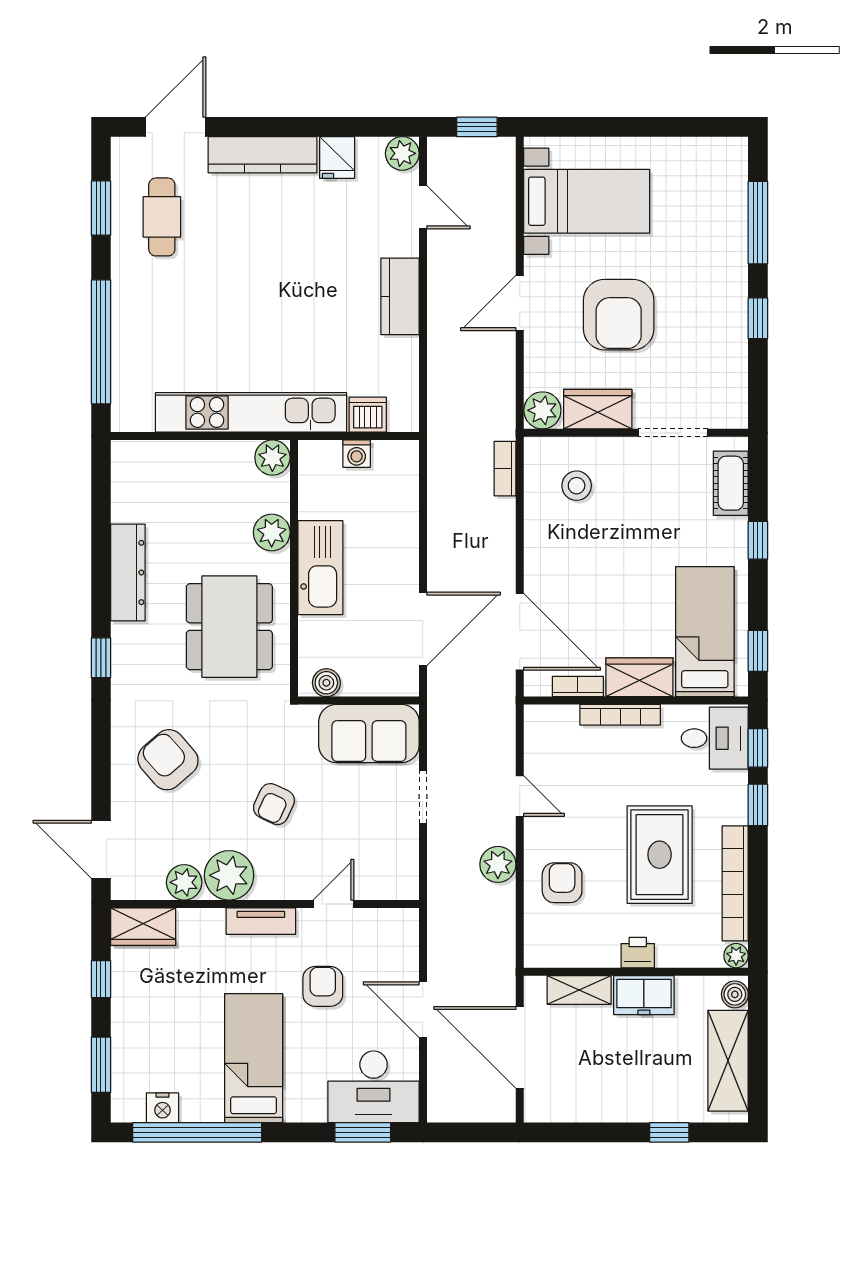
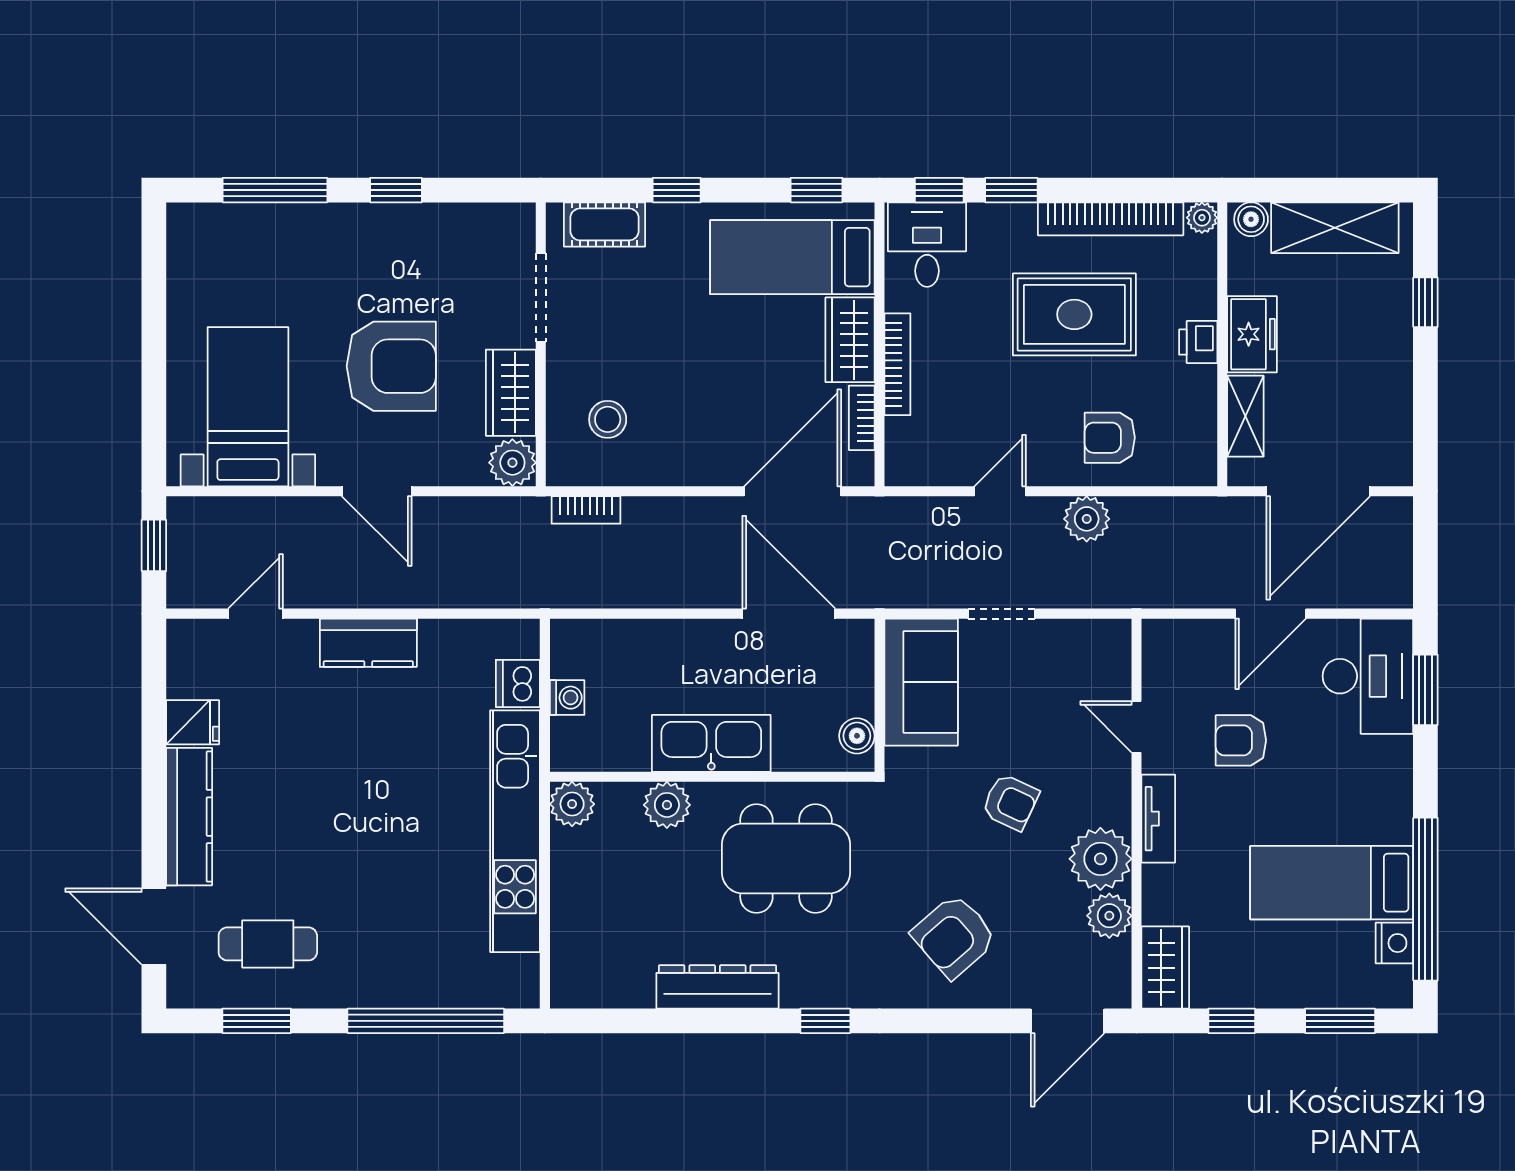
plant: (402, 153) -> (187, 640), removed
bed: (254, 1058) -> (1332, 883), moved

